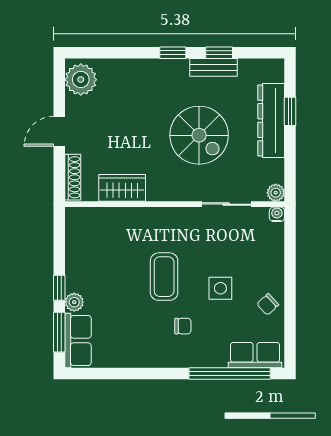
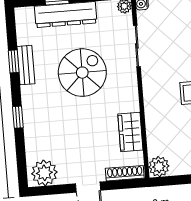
window: (173, 53) -> (18, 117), moved
plant: (77, 219) -> (159, 167), added

